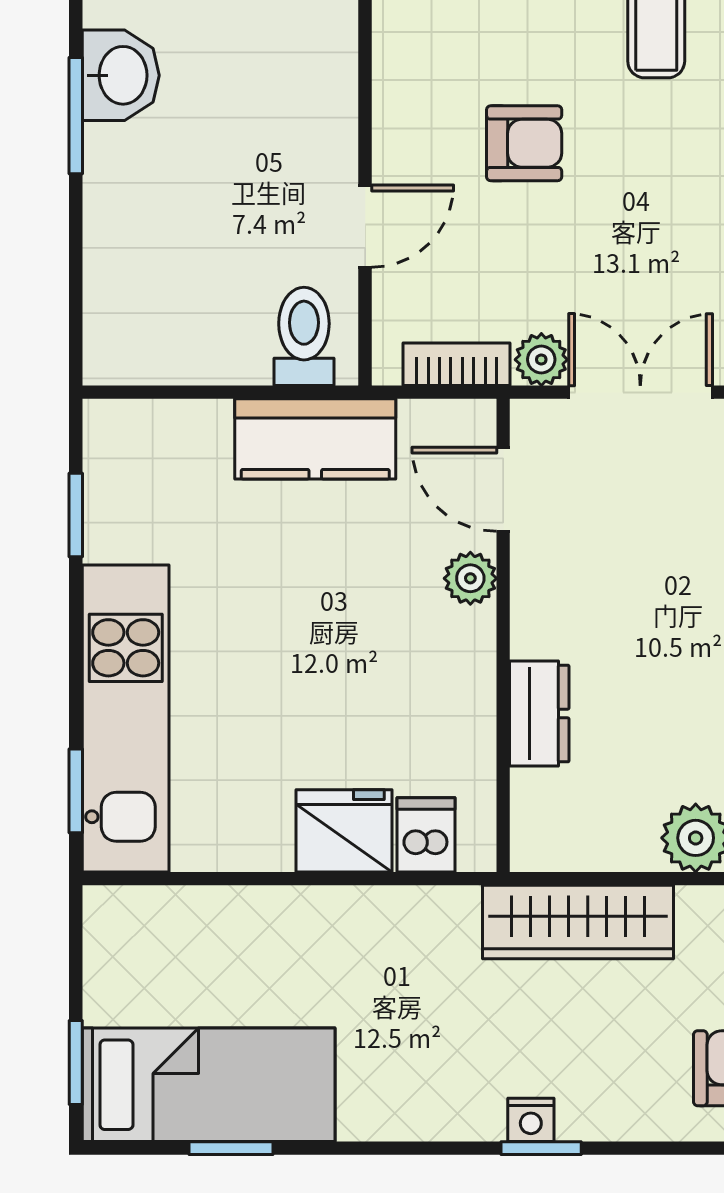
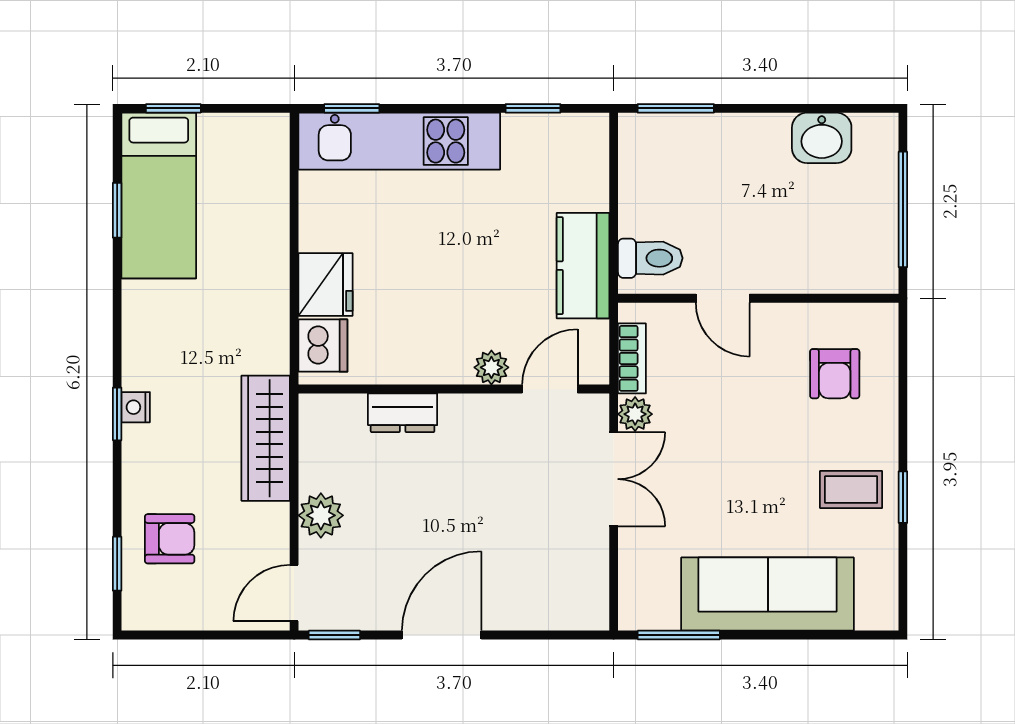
window: (76, 116) -> (676, 108), moved
armchair: (524, 143) -> (835, 374), moved
dishwasher: (426, 835) -> (323, 346), width x1.38

